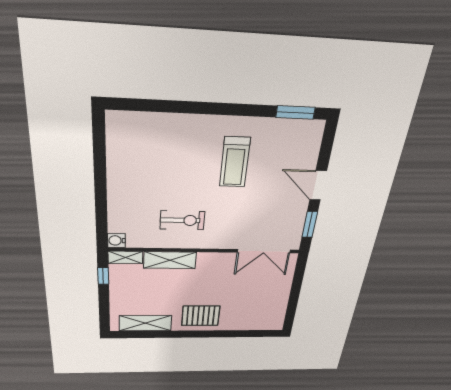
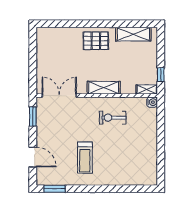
treadmill: (235, 162) -> (85, 158), turned 180
door: (318, 185) -> (33, 157), moved
shelving: (170, 260) -> (104, 88), moved

